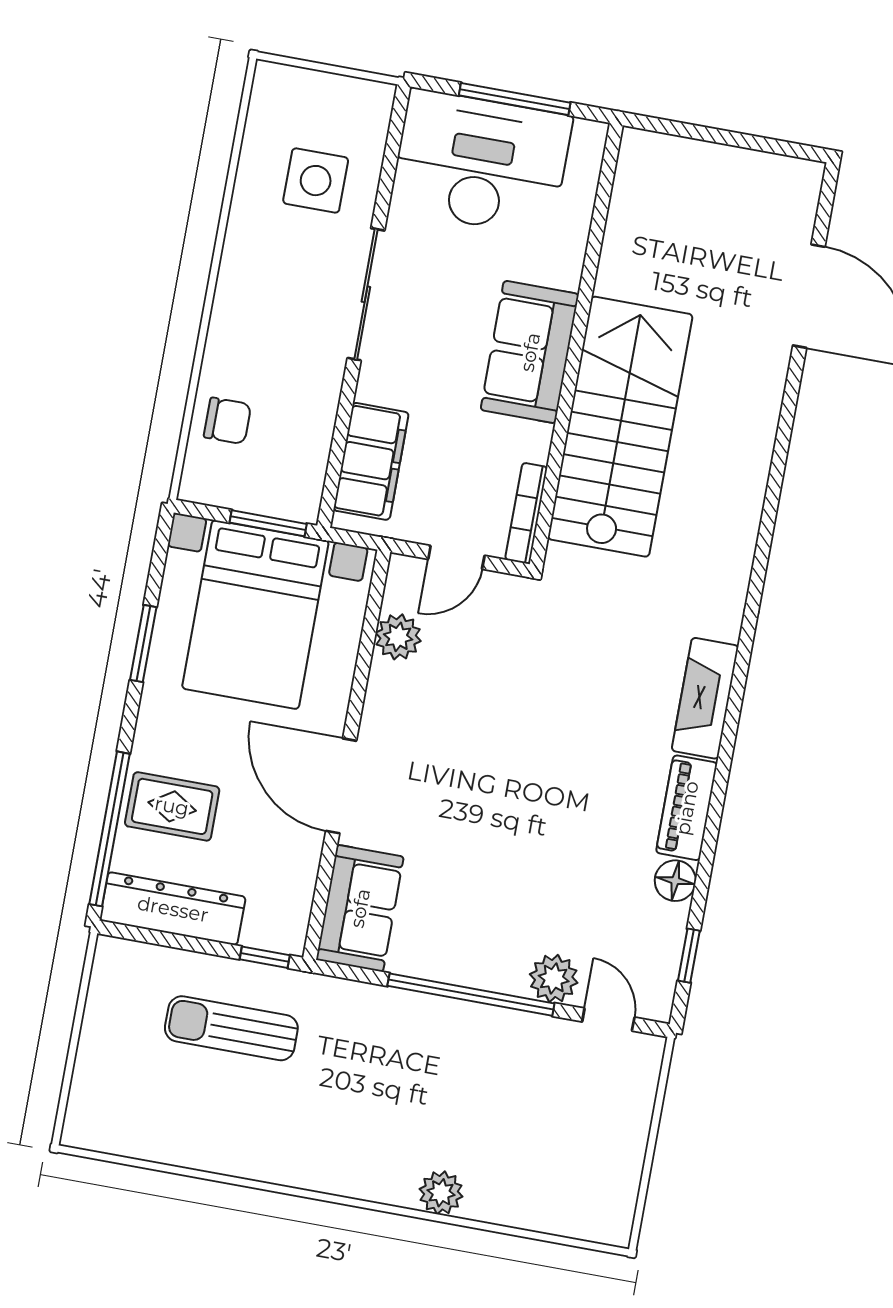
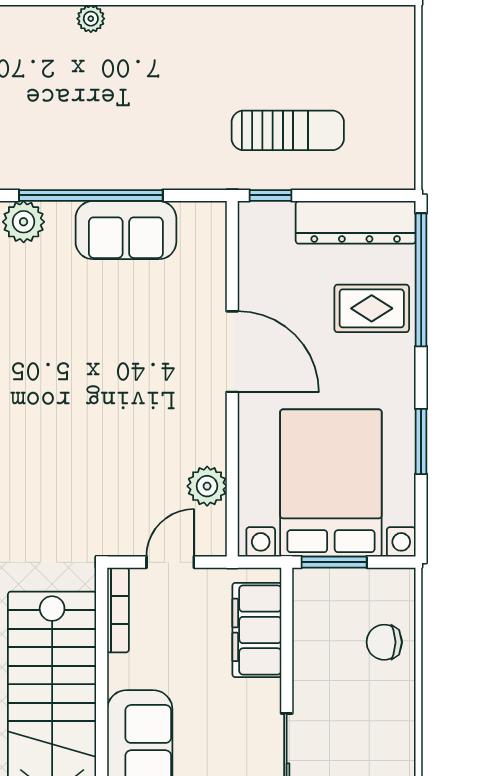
sofa: (360, 908) -> (126, 230), moved, turned -90
plant: (441, 1193) -> (91, 19), width x0.73, depth x0.73

